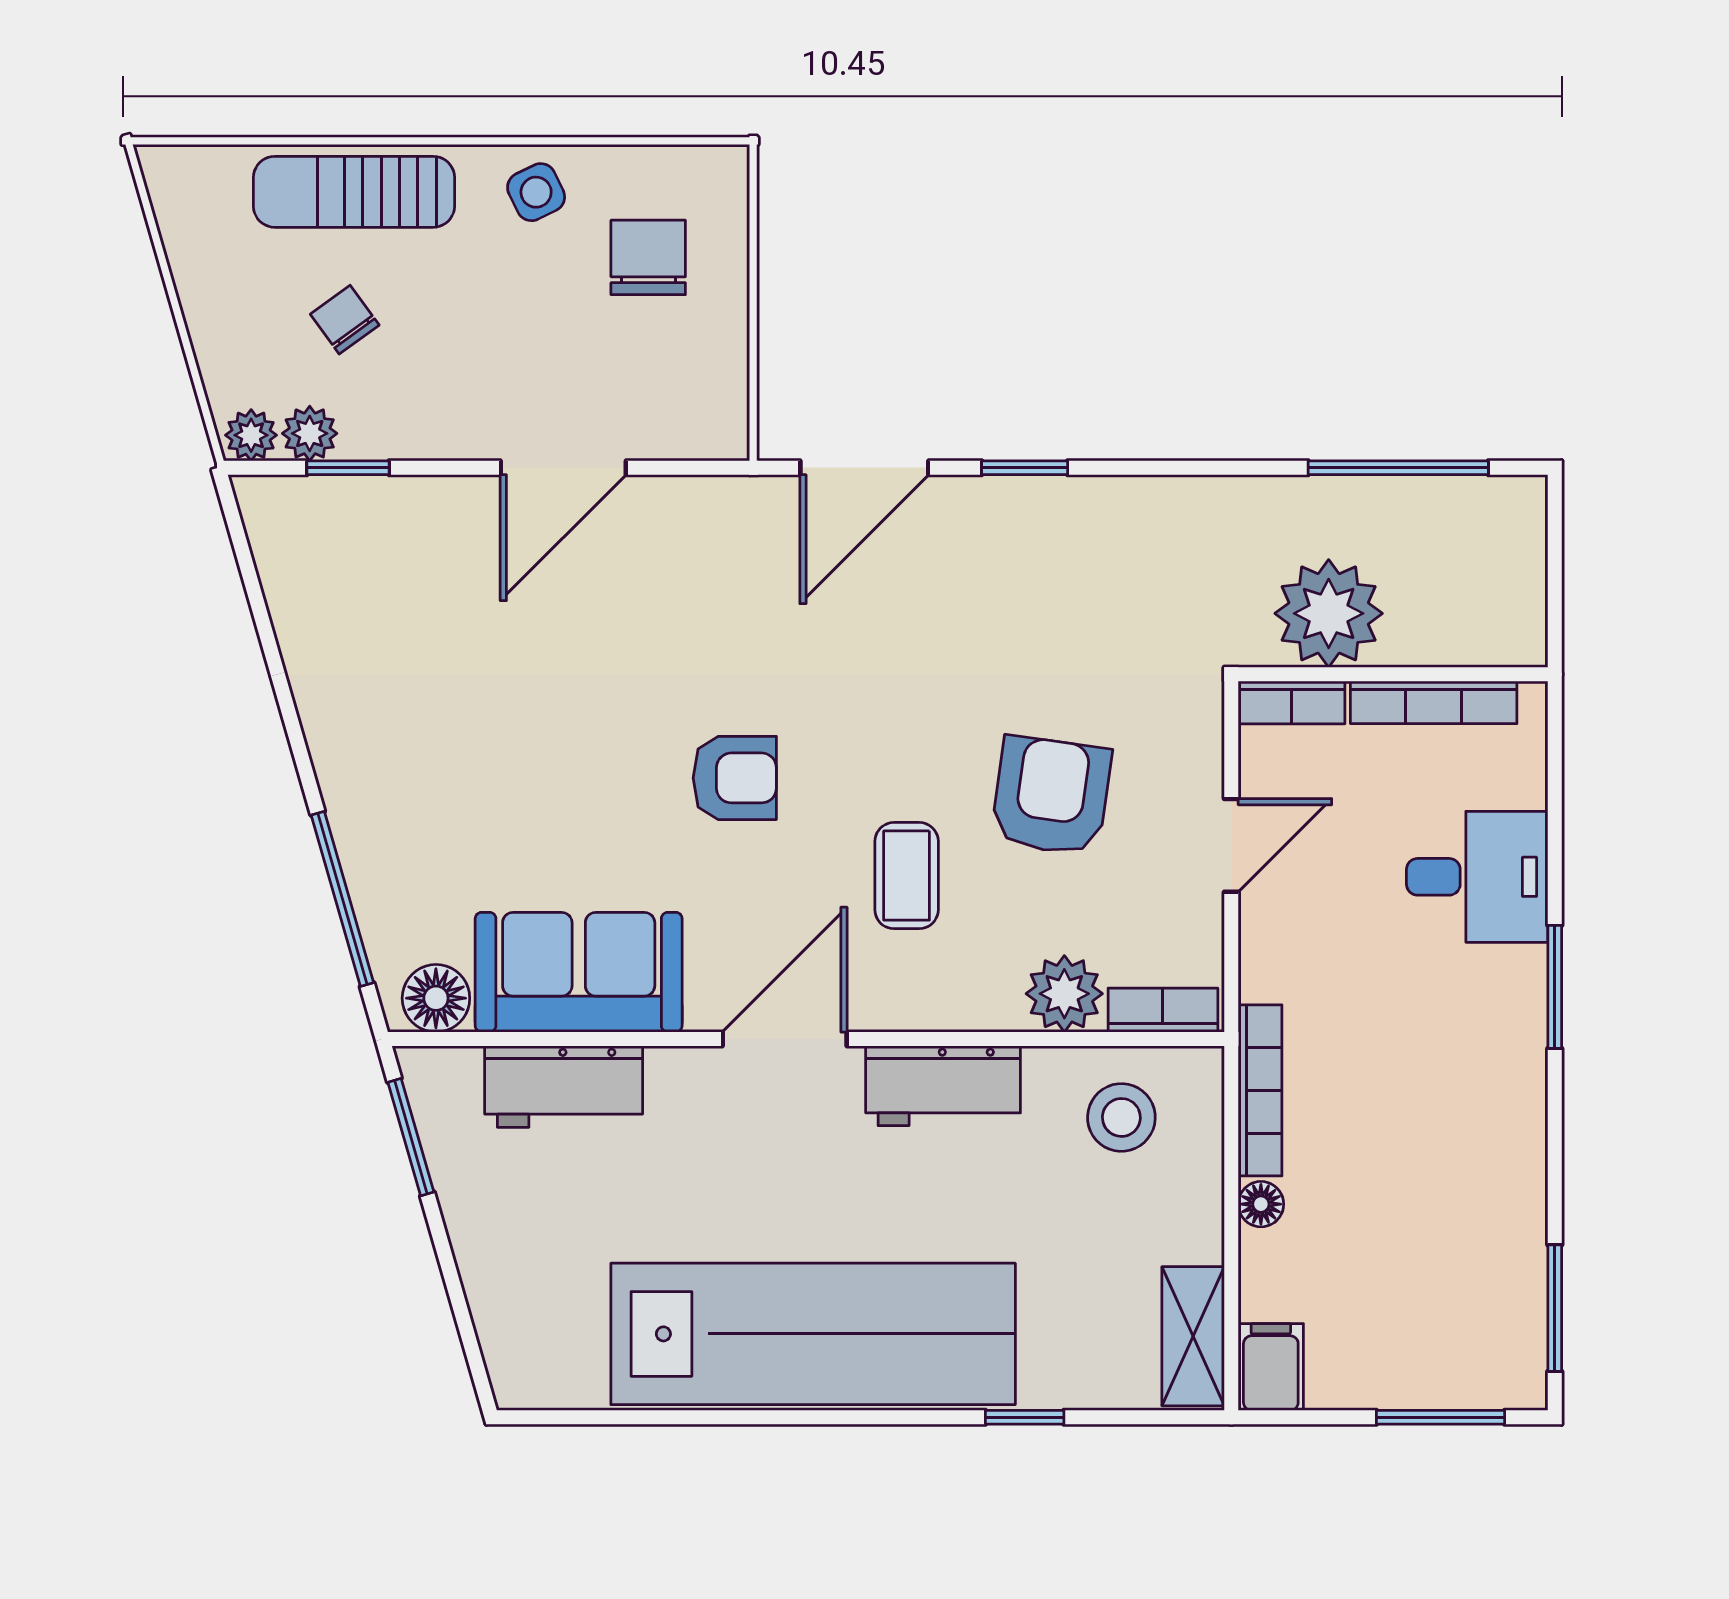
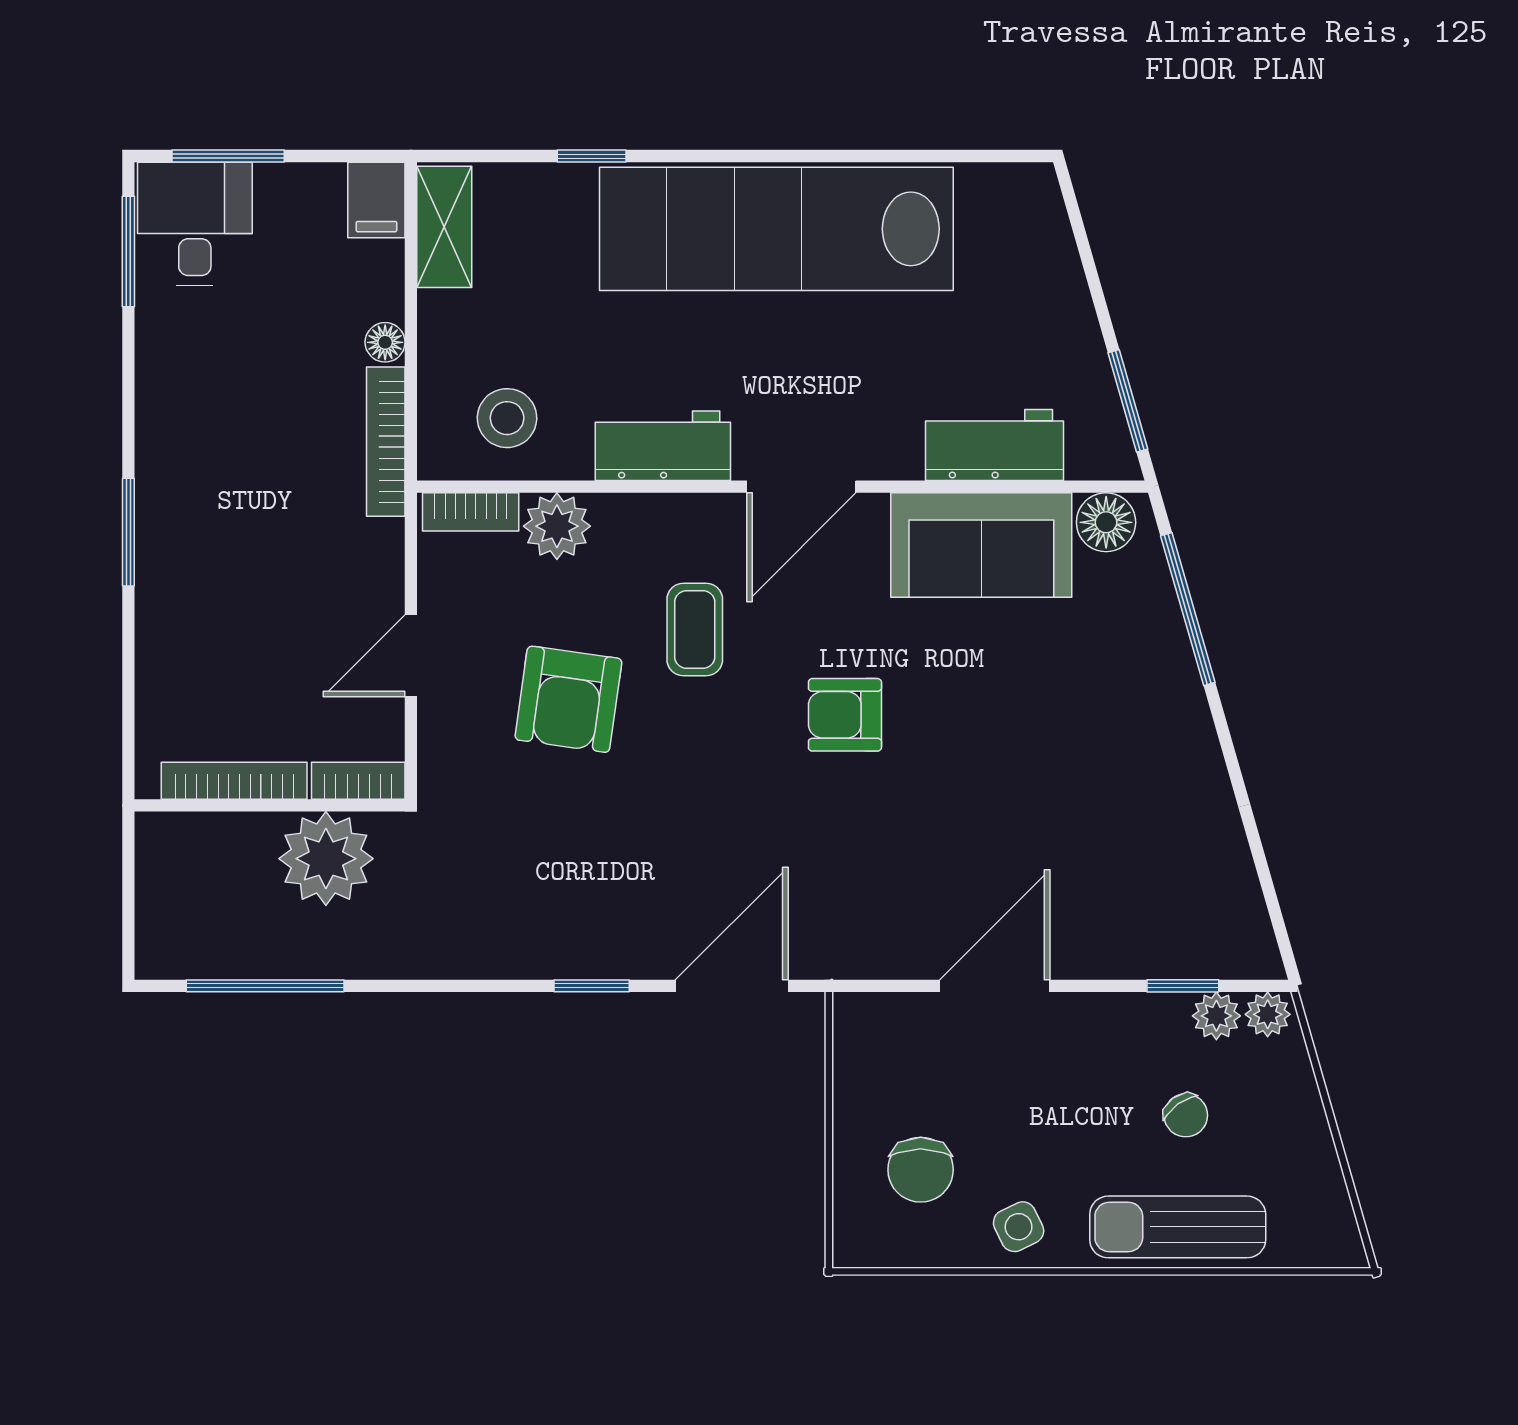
sun lounger: (354, 192) -> (1178, 1227), turned 180
desk: (1477, 877) -> (195, 224), moved, turned 90

